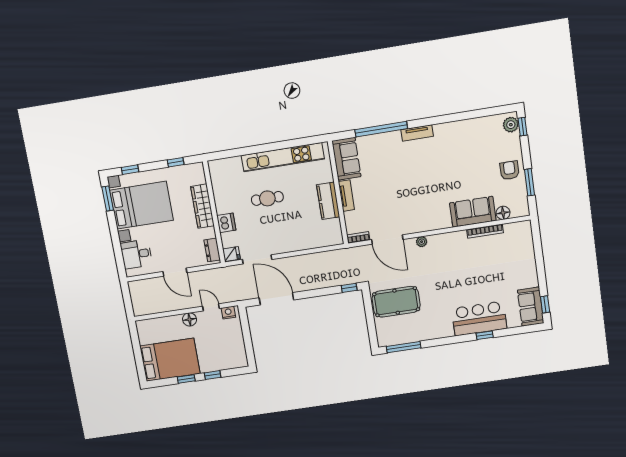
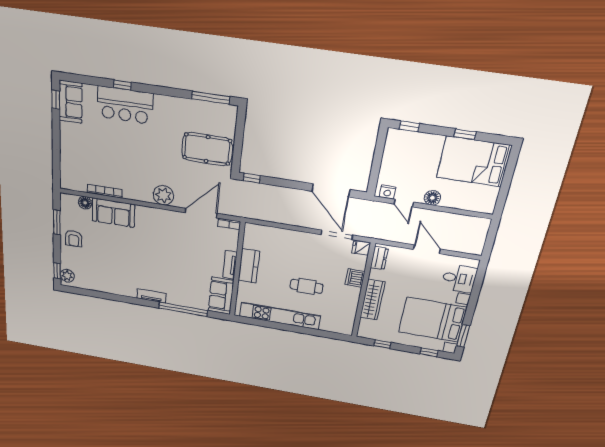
door: (387, 239) -> (201, 213), hinge flipped
plant: (422, 242) -> (163, 195), width x1.88, depth x1.88
window: (213, 375) -> (409, 126), moved

